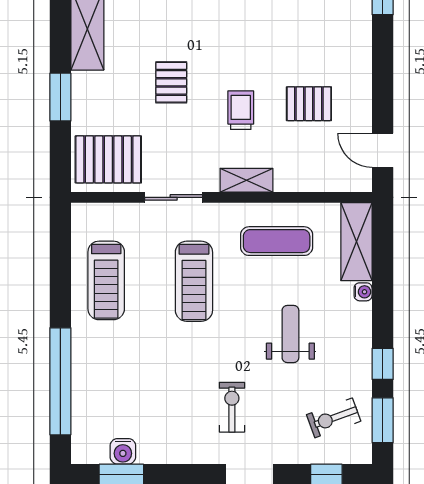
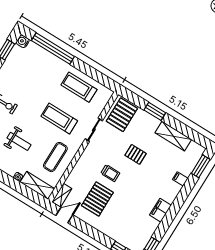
pallet: (309, 104) -> (97, 199), width x1.50, depth x1.42
shelving: (246, 180) -> (62, 195), moved
water cooler: (123, 451) -> (23, 41), moved

